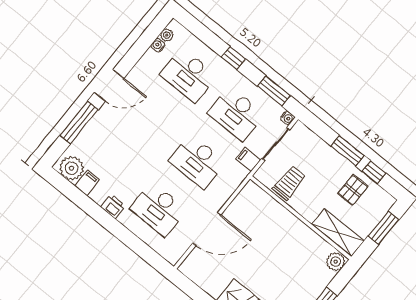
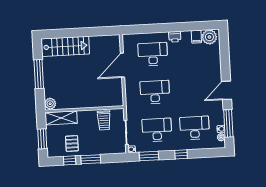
window: (79, 122) -> (228, 123), moved
filing cabinet: (248, 159) -> (132, 114), removed

